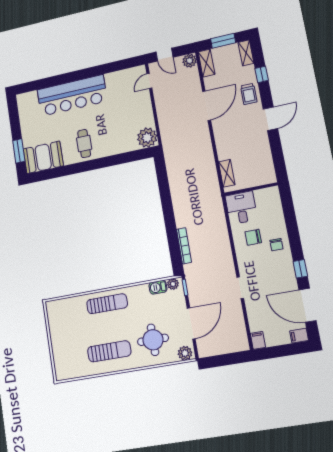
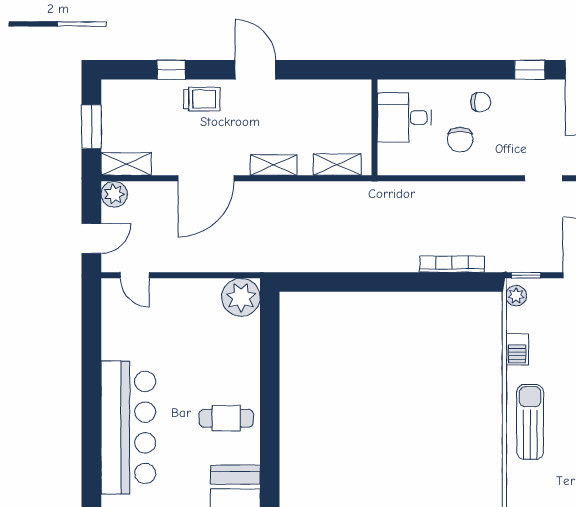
shelving: (246, 53) -> (274, 165), moved
door: (207, 106) -> (206, 178), swing flipped
desk: (241, 208) -> (404, 118), moved
barbecue: (158, 287) -> (517, 349), moved

